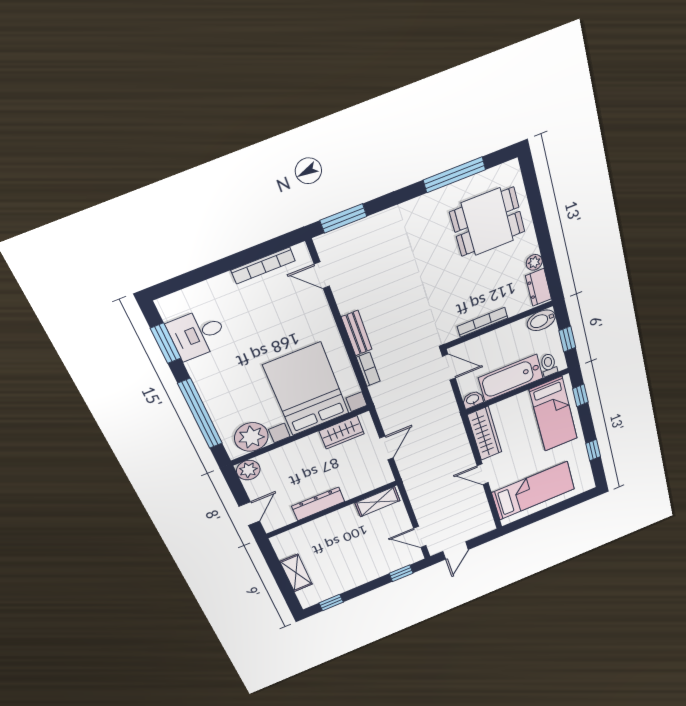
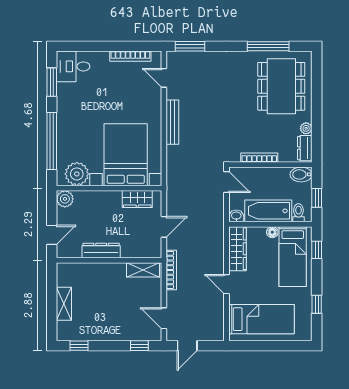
dining table: (487, 222) -> (281, 86), width x1.38
bench: (357, 333) -> (172, 122), width x1.36
desk: (197, 334) -> (73, 66), moved
bookcase: (368, 369) -> (171, 270), moved, width x1.56
floor lamp: (522, 399) -> (272, 232), added

